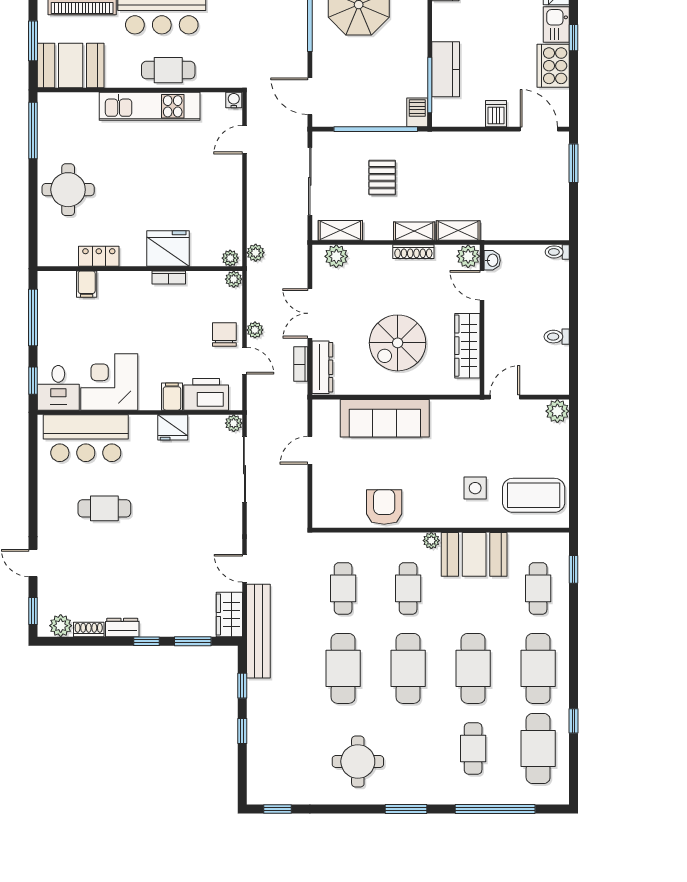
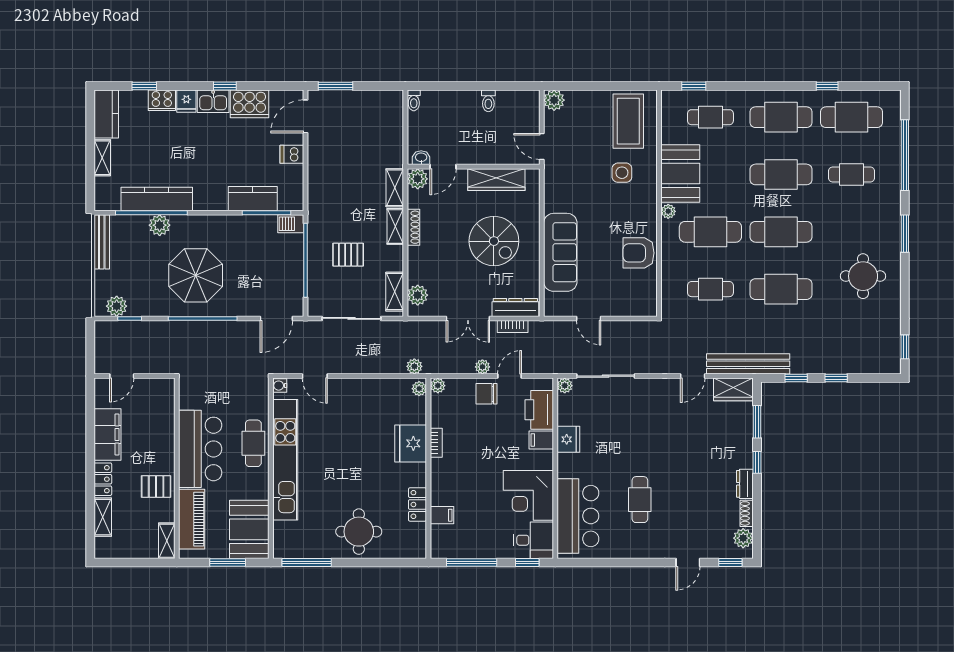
kitchen unit: (150, 106) -> (285, 460), width x1.36
cafe table: (408, 588) -> (710, 232), width x1.37, depth x1.35

